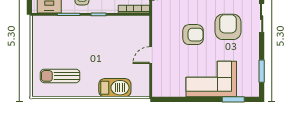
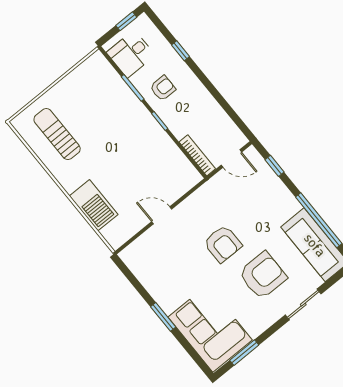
corner sofa: (211, 79) -> (210, 329), moved
window: (233, 99) -> (163, 317), moved

